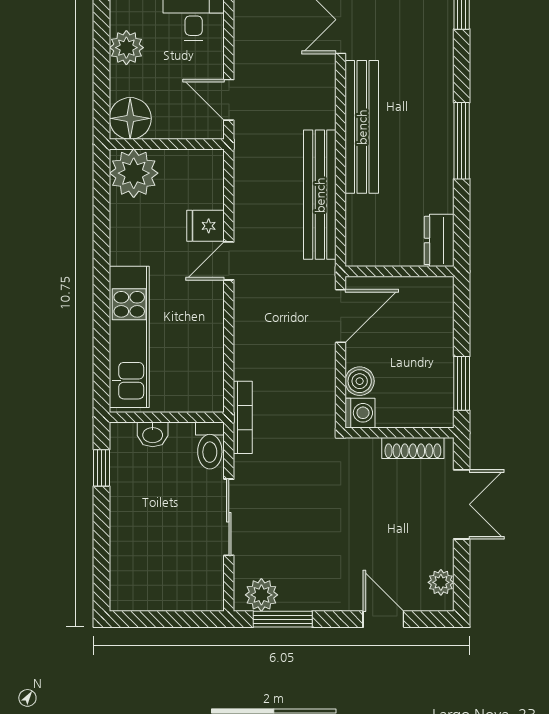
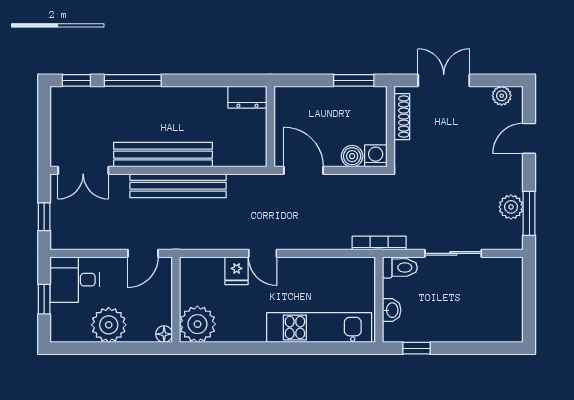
plant: (126, 48) -> (109, 325), width x1.36, depth x1.36
floor lamp: (130, 118) -> (164, 334), width x0.53, depth x0.53
window: (462, 141) -> (133, 80), moved
bench: (320, 195) -> (178, 186), moved
plant: (261, 595) -> (511, 207), moved

